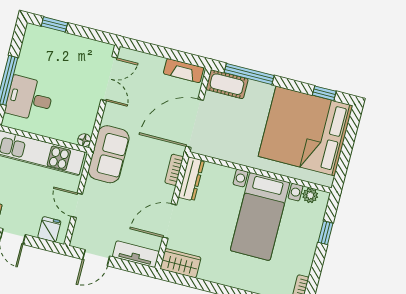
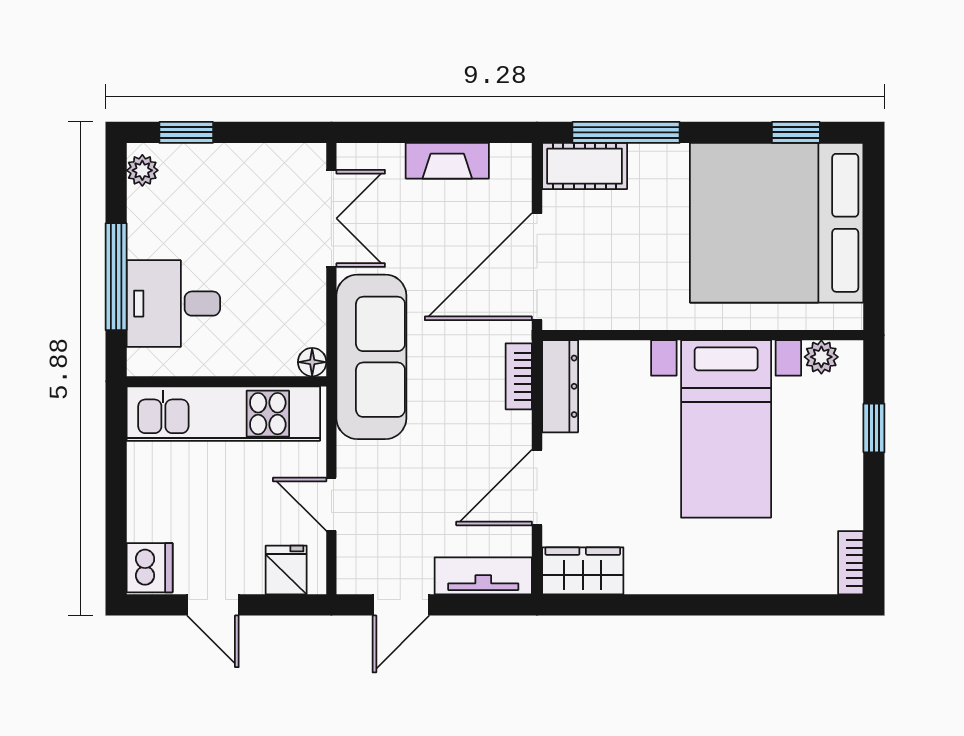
plant: (31, 36) -> (142, 170), added
fireplace: (183, 71) -> (447, 161), moved
sofa: (109, 154) -> (371, 357), width x1.36

